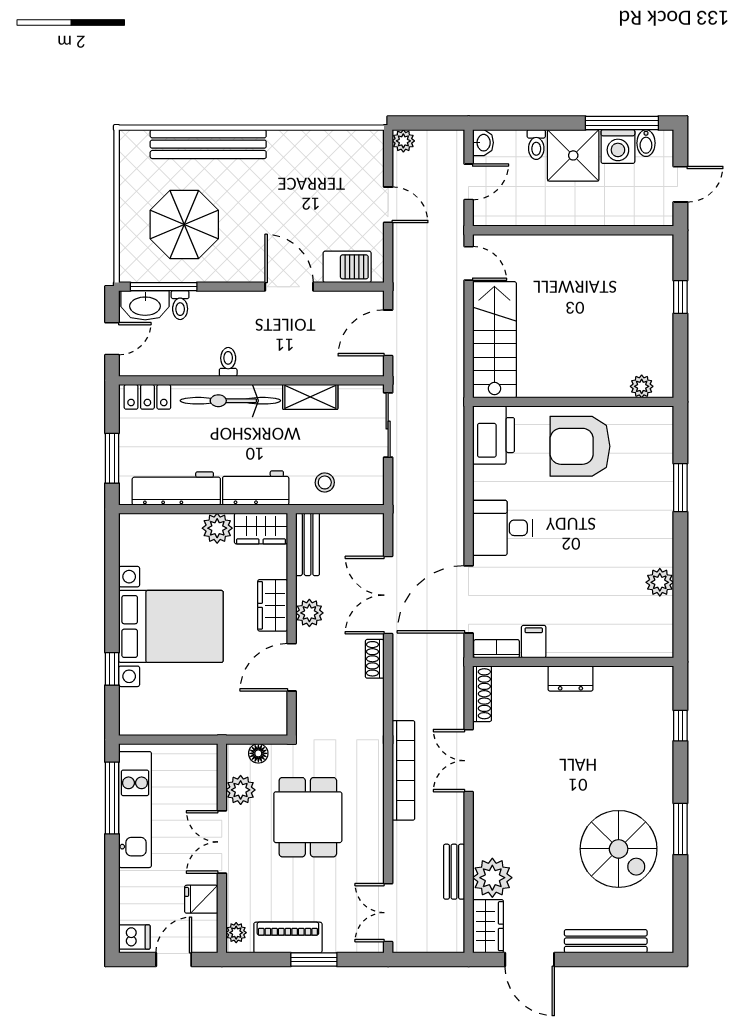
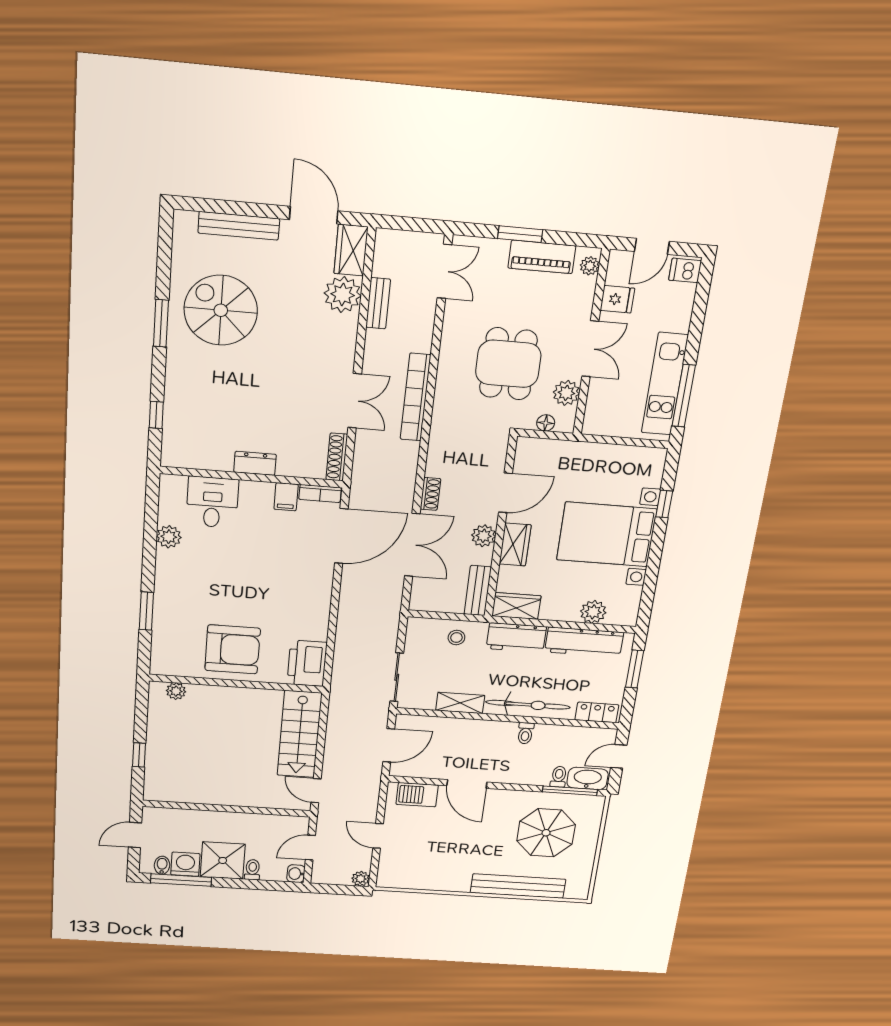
plant: (217, 528) -> (593, 612), moved
desk: (502, 528) -> (212, 502), moved, turned -90

